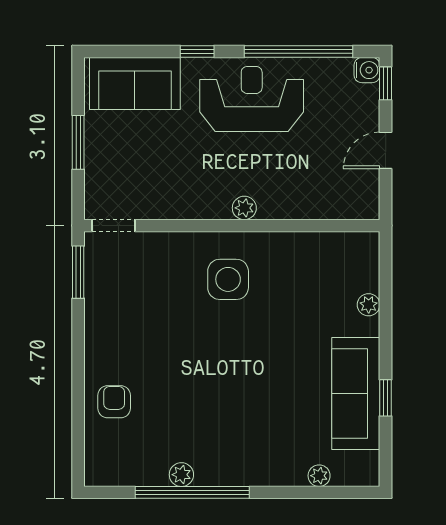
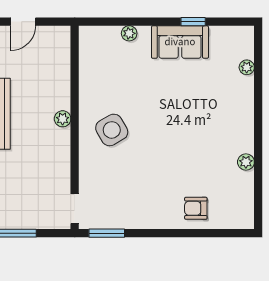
door: (386, 150) -> (23, 22), hinge flipped
side table: (228, 279) -> (112, 130), turned -30
sofa: (356, 394) -> (180, 42), width x0.73
window: (192, 492) -> (258, 155), removed

